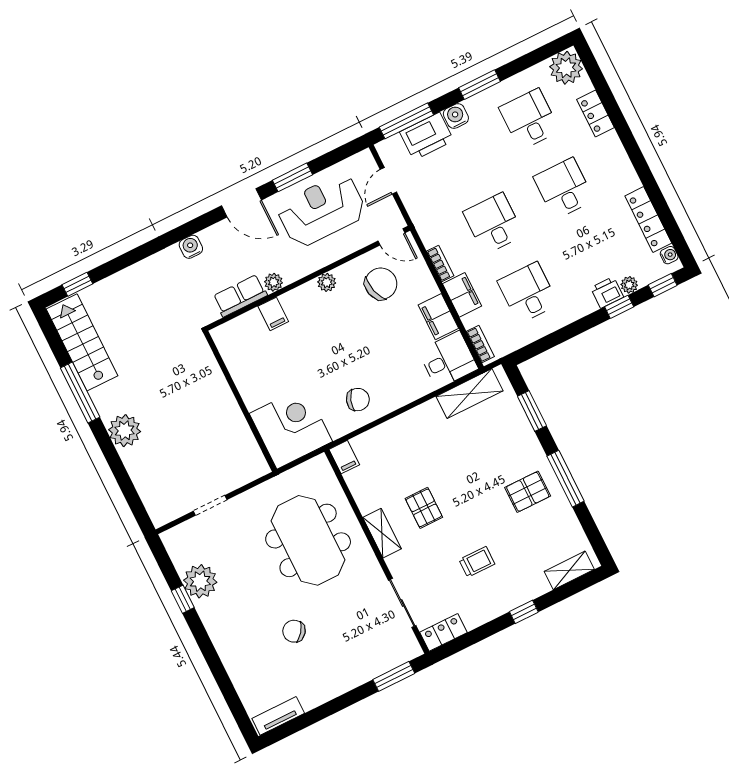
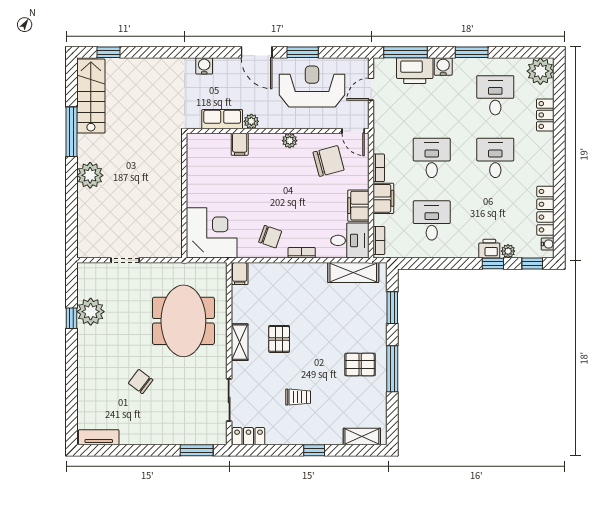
bookcase: (402, 400) -> (302, 253), added

